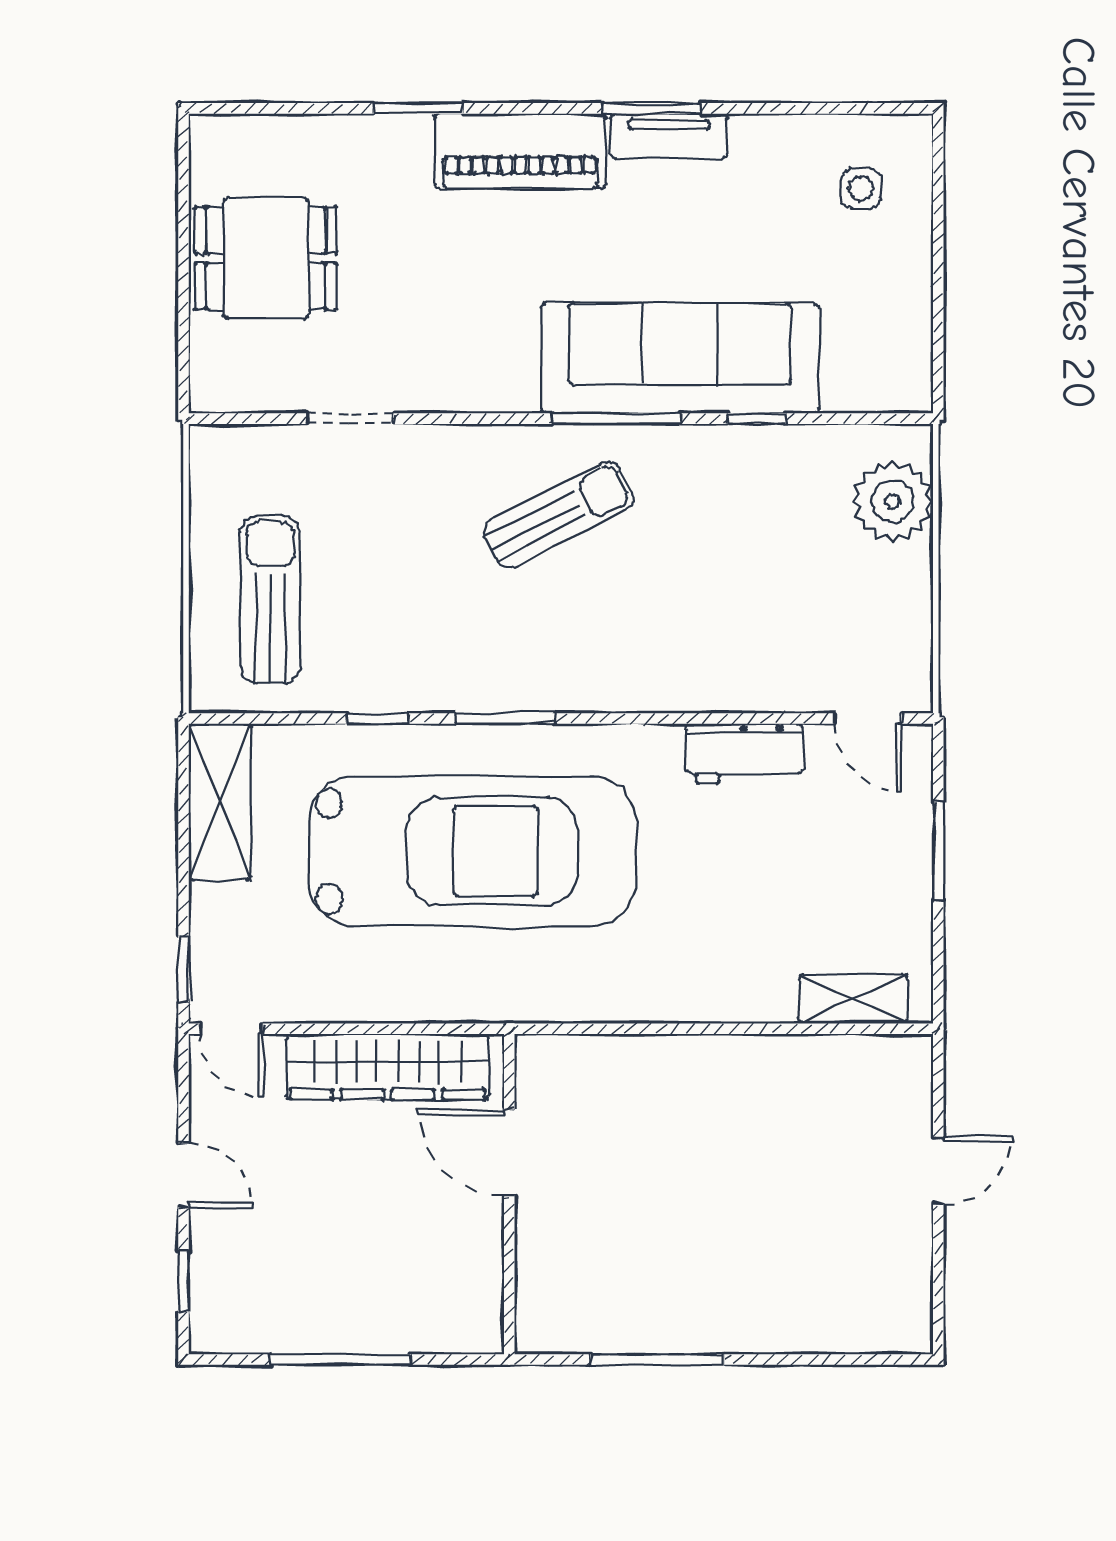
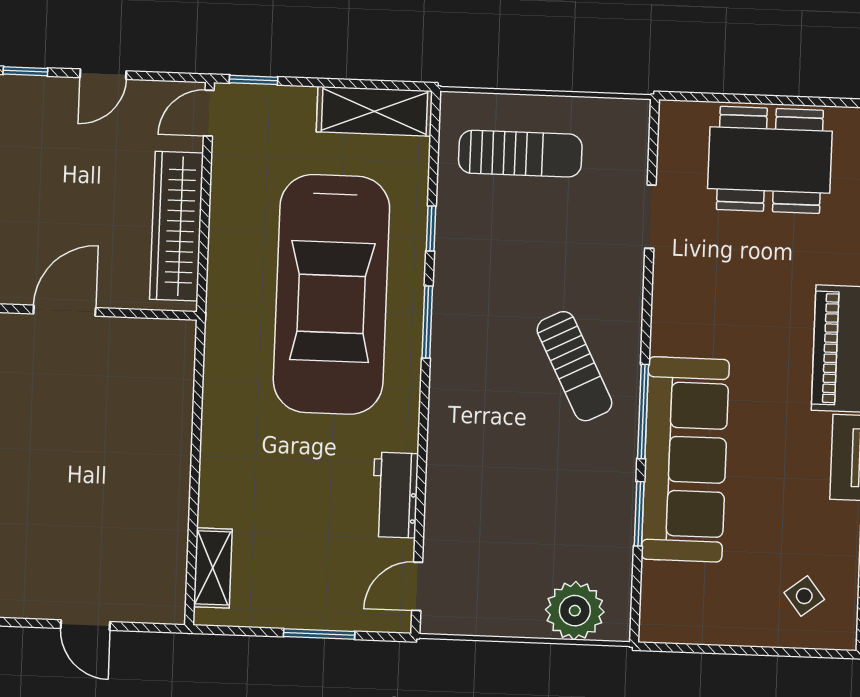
side table: (861, 188) -> (804, 596), turned -38
dining table: (266, 258) -> (770, 160), width x1.38
window: (757, 419) -> (639, 514), width x1.50
door: (509, 1152) -> (65, 311), moved

